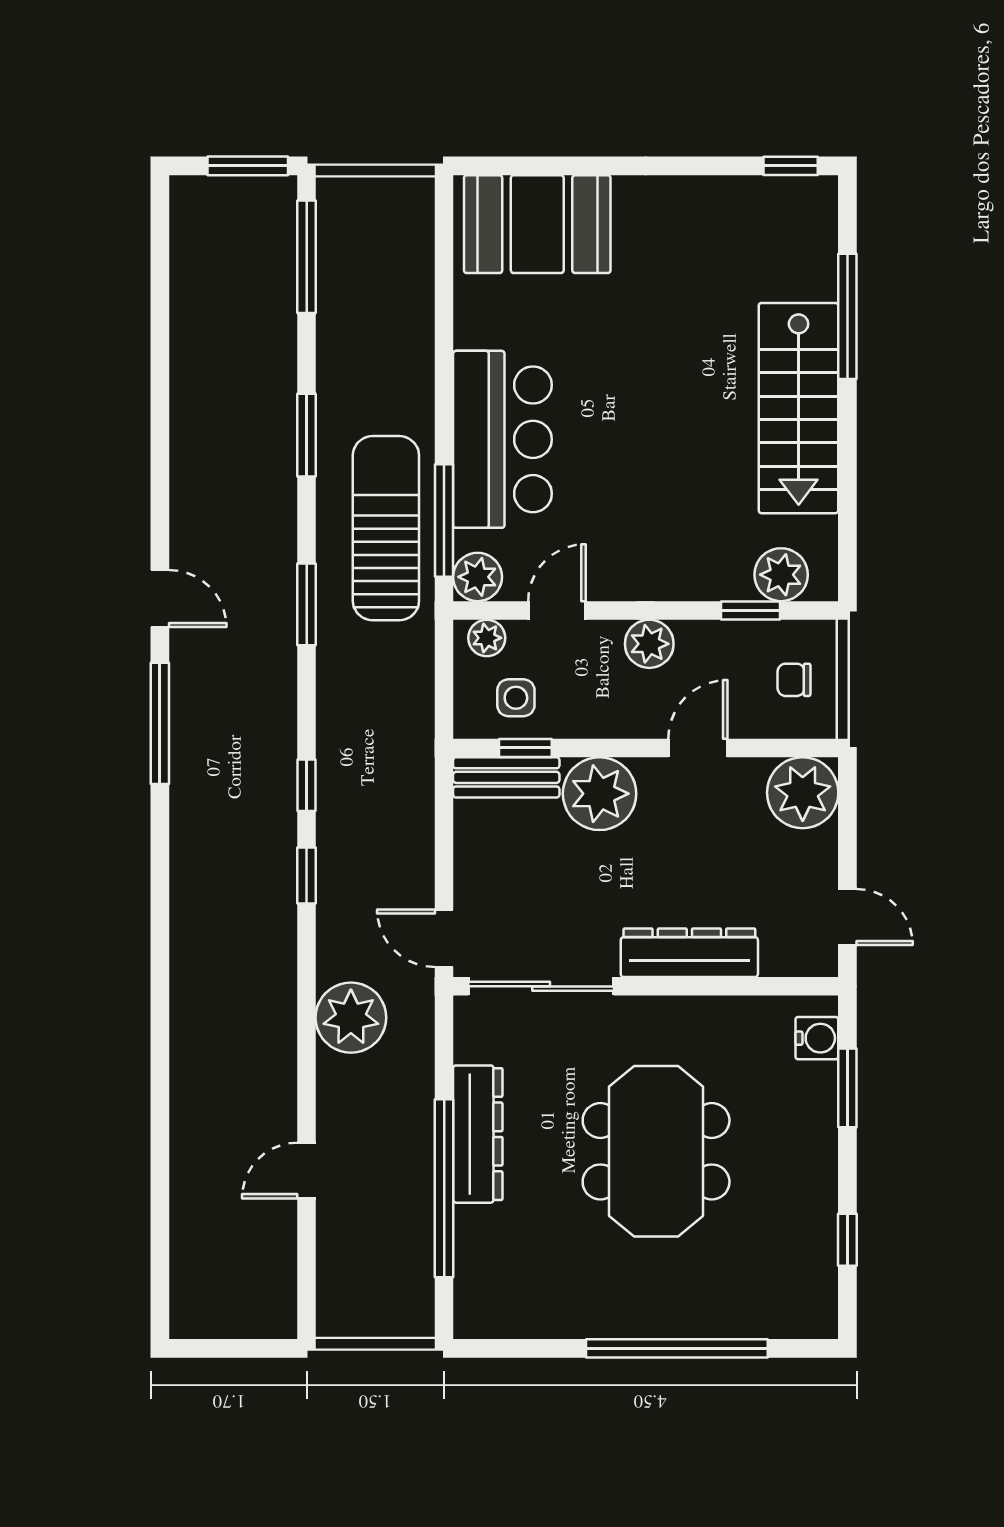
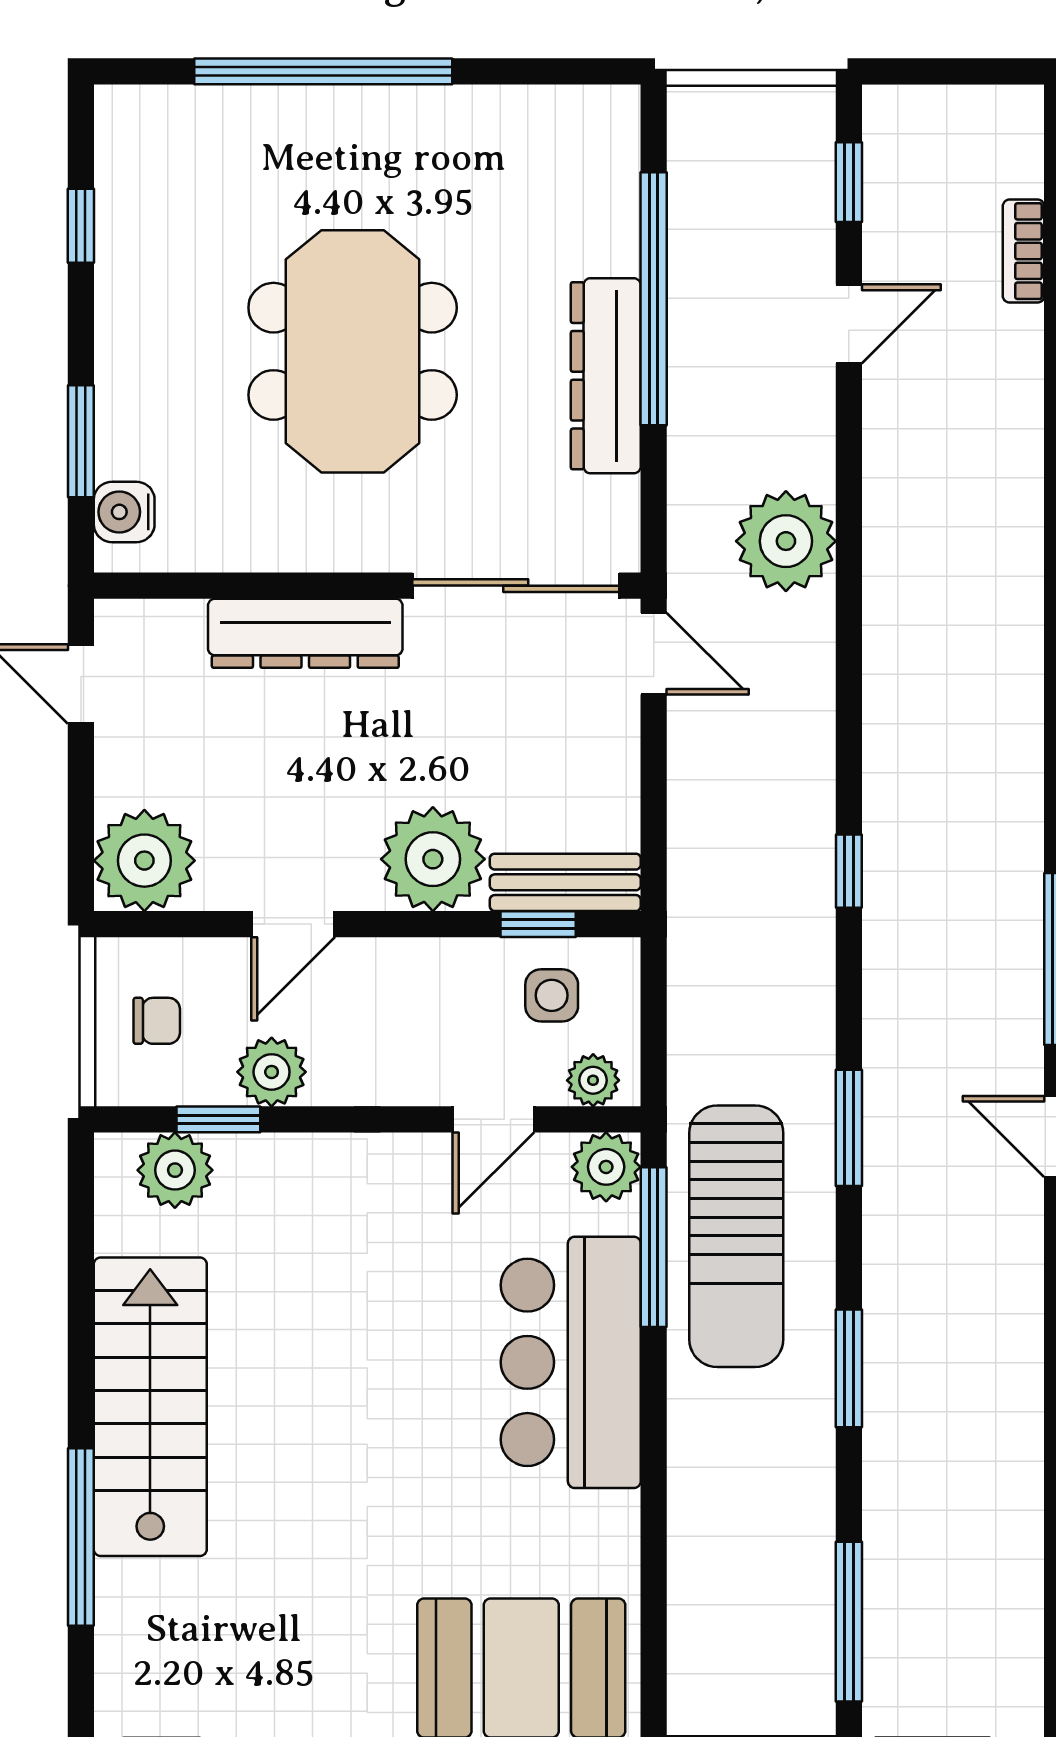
plant: (649, 644) -> (272, 1072), moved
window: (307, 876) -> (849, 182), moved
bookcase: (184, 1222) -> (1024, 251), added

